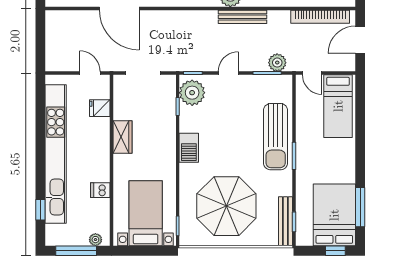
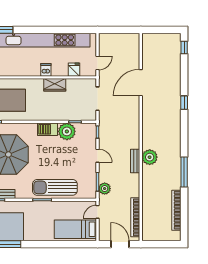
bench: (243, 17) -> (135, 161), width x0.73
plant: (192, 93) -> (67, 131), moved
dishwasher: (100, 190) -> (46, 70), moved

